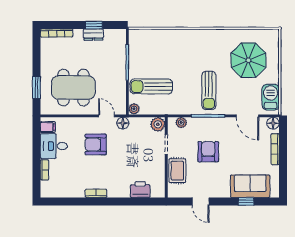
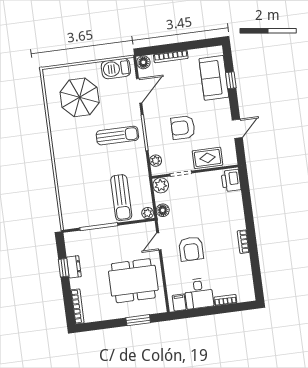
dining table: (73, 88) -> (133, 281), turned 90
floor lamp: (123, 123) -> (163, 210), moved
printer: (140, 190) -> (231, 180), moved

